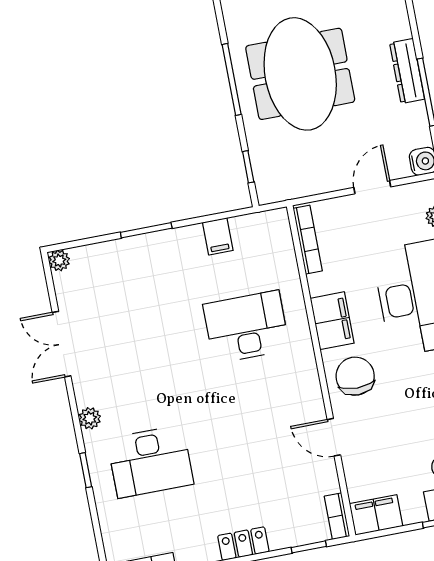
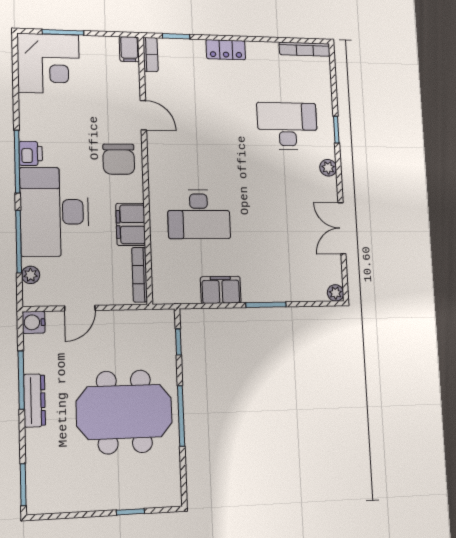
meeting table: (300, 74) -> (124, 412), turned 90
filing cabinet: (218, 236) -> (221, 290), width x2.00
filing cabinet: (332, 321) -> (131, 224), moved
double door: (62, 344) -> (342, 228), swing flipped
filing cabinet: (376, 515) -> (129, 49), width x0.50

